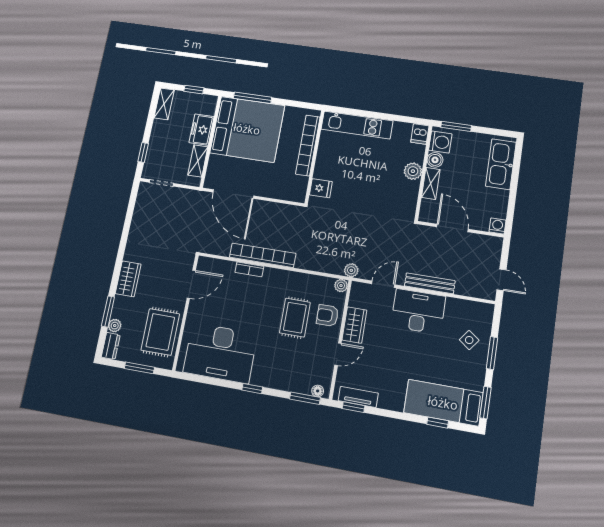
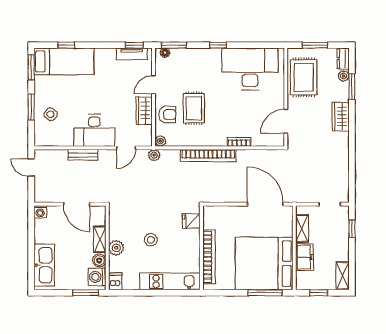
stool: (371, 174) -> (151, 240), added
bookcase: (263, 255) -> (208, 156), moved
bench: (430, 283) -> (83, 155), width x0.73

